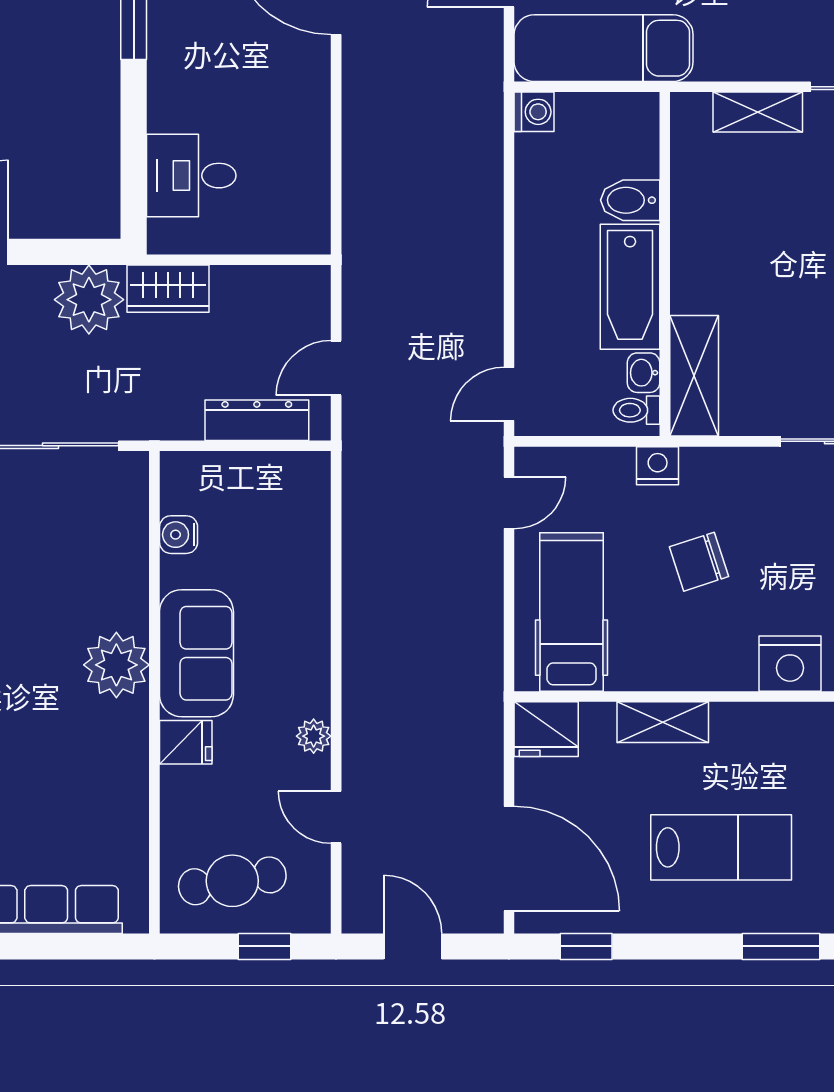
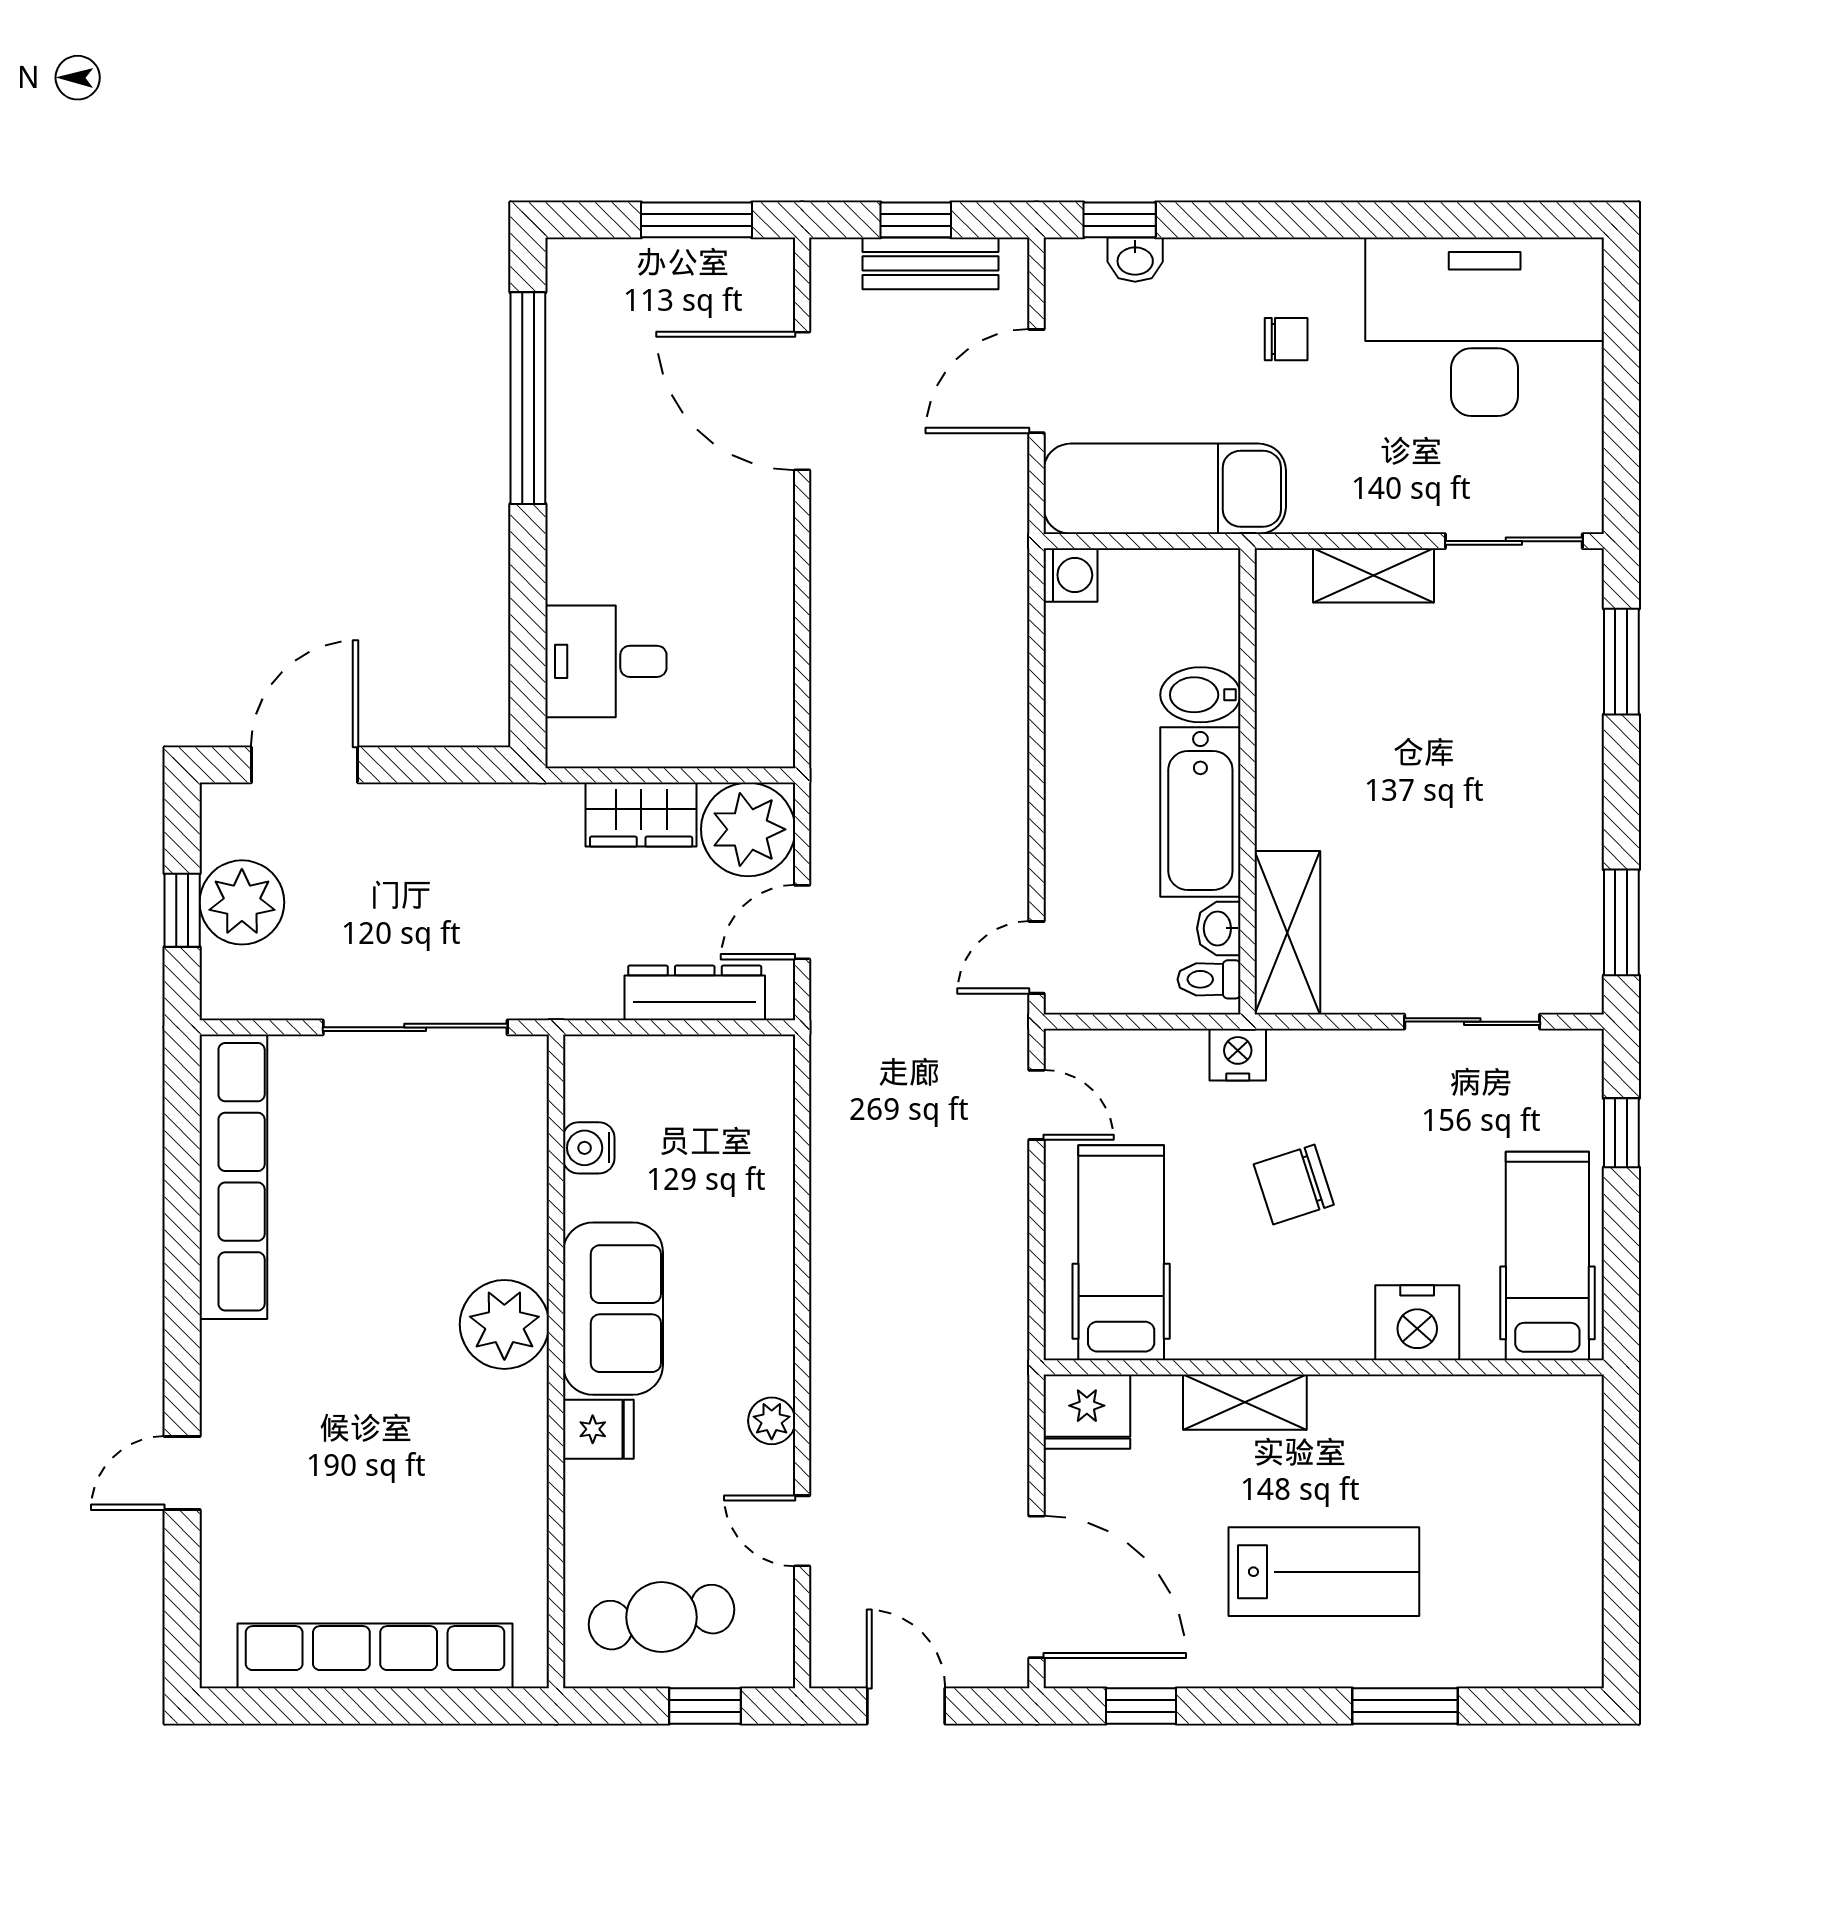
wardrobe: (168, 289) -> (641, 815), moved
plant: (89, 300) -> (748, 829), moved
door: (509, 503) -> (1037, 1105), hinge flipped

